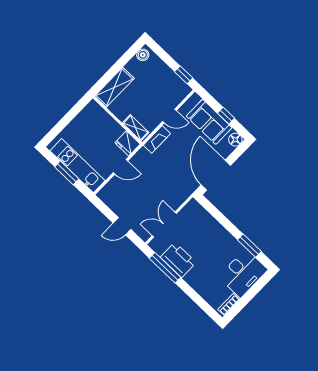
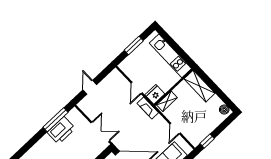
fireplace: (157, 139) -> (148, 108), moved
kitchen unit: (78, 166) -> (170, 56), moved, turned 90
double door: (164, 225) -> (100, 132), moved

